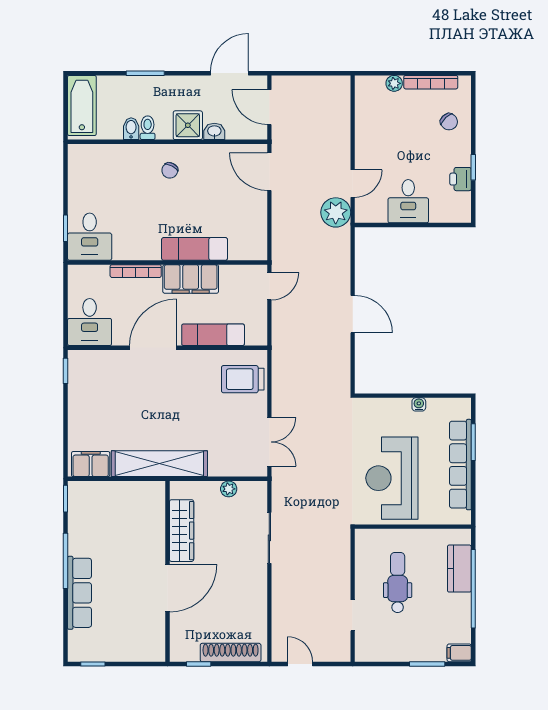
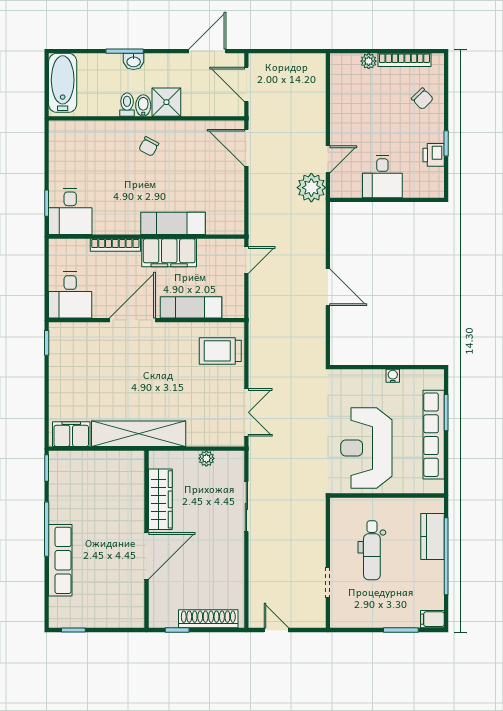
bidet: (131, 129) -> (143, 106), moved
washbasin: (214, 131) -> (134, 61), moved, turned 180
dental chair: (398, 583) -> (372, 550), turned 180

